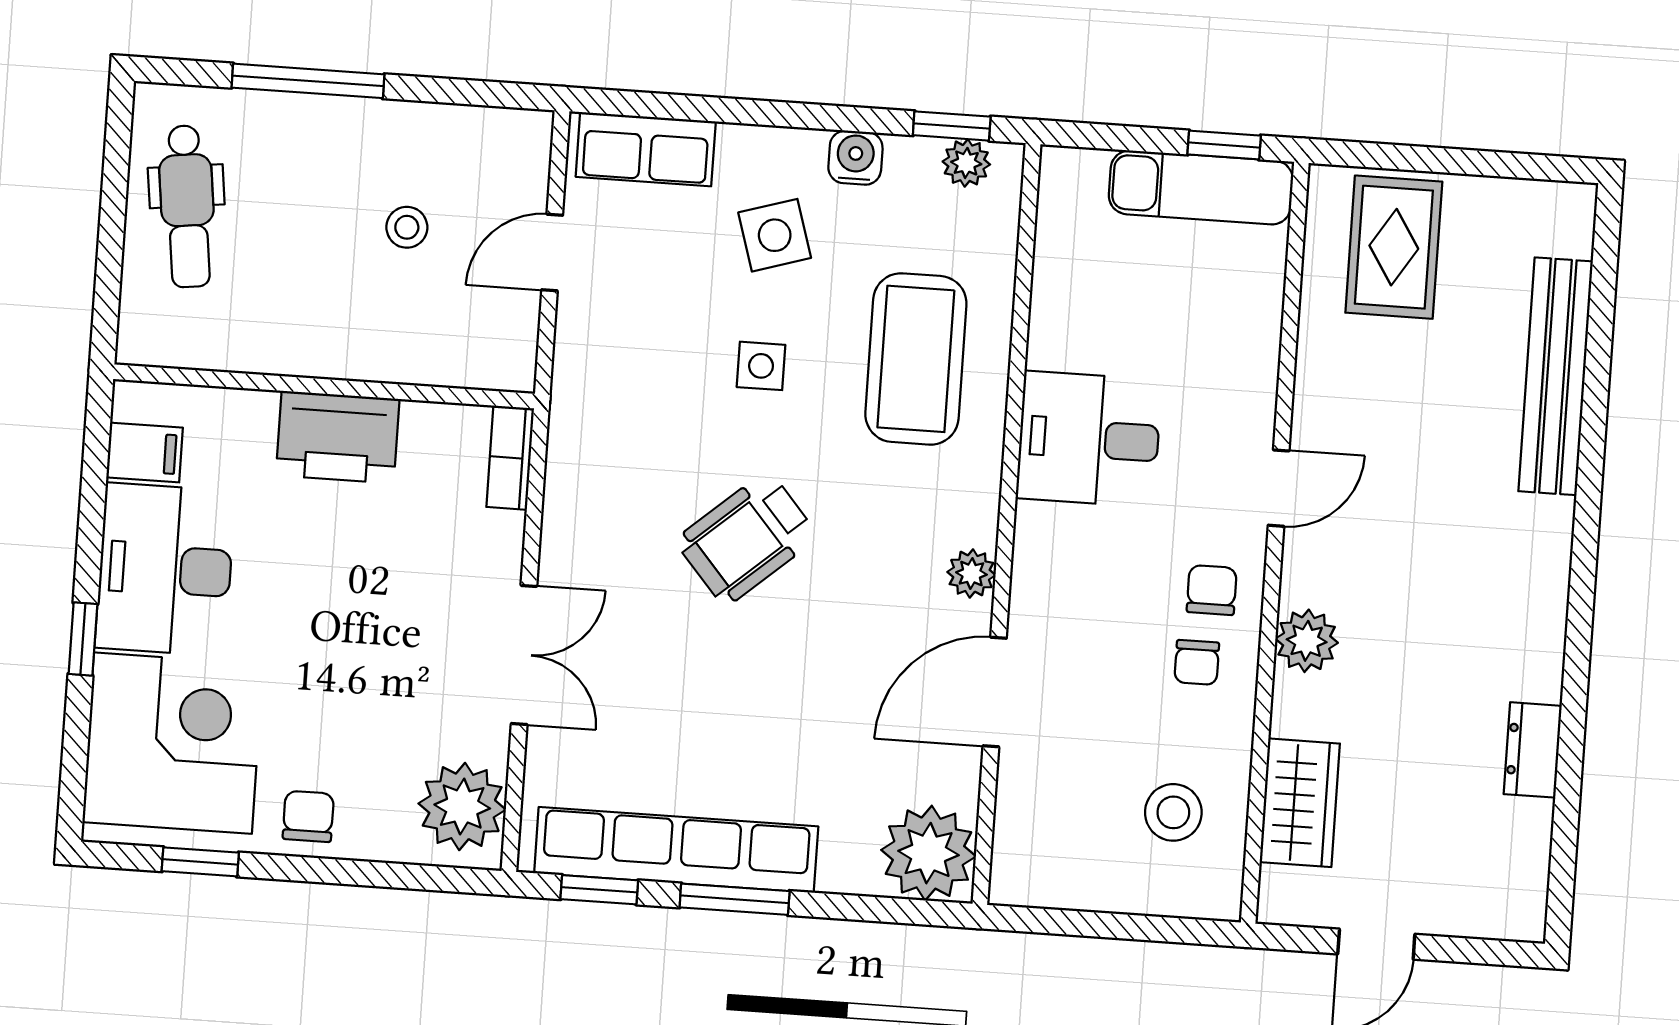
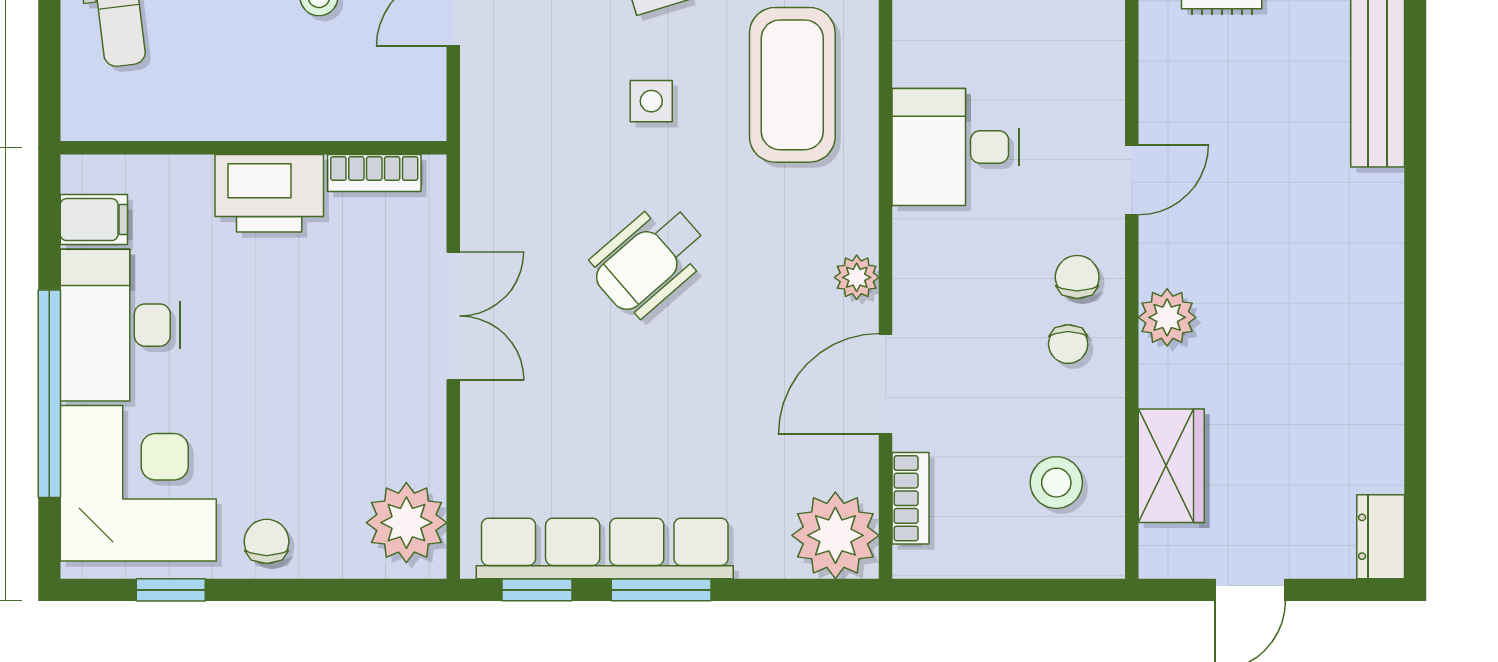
bookcase: (510, 458) -> (374, 173), moved, turned -90
window: (83, 639) -> (49, 394), width x3.17
double door: (524, 655) -> (453, 316), moved
dresser: (1533, 750) -> (1381, 537), moved
bookcase: (1013, 818) -> (910, 498), added

